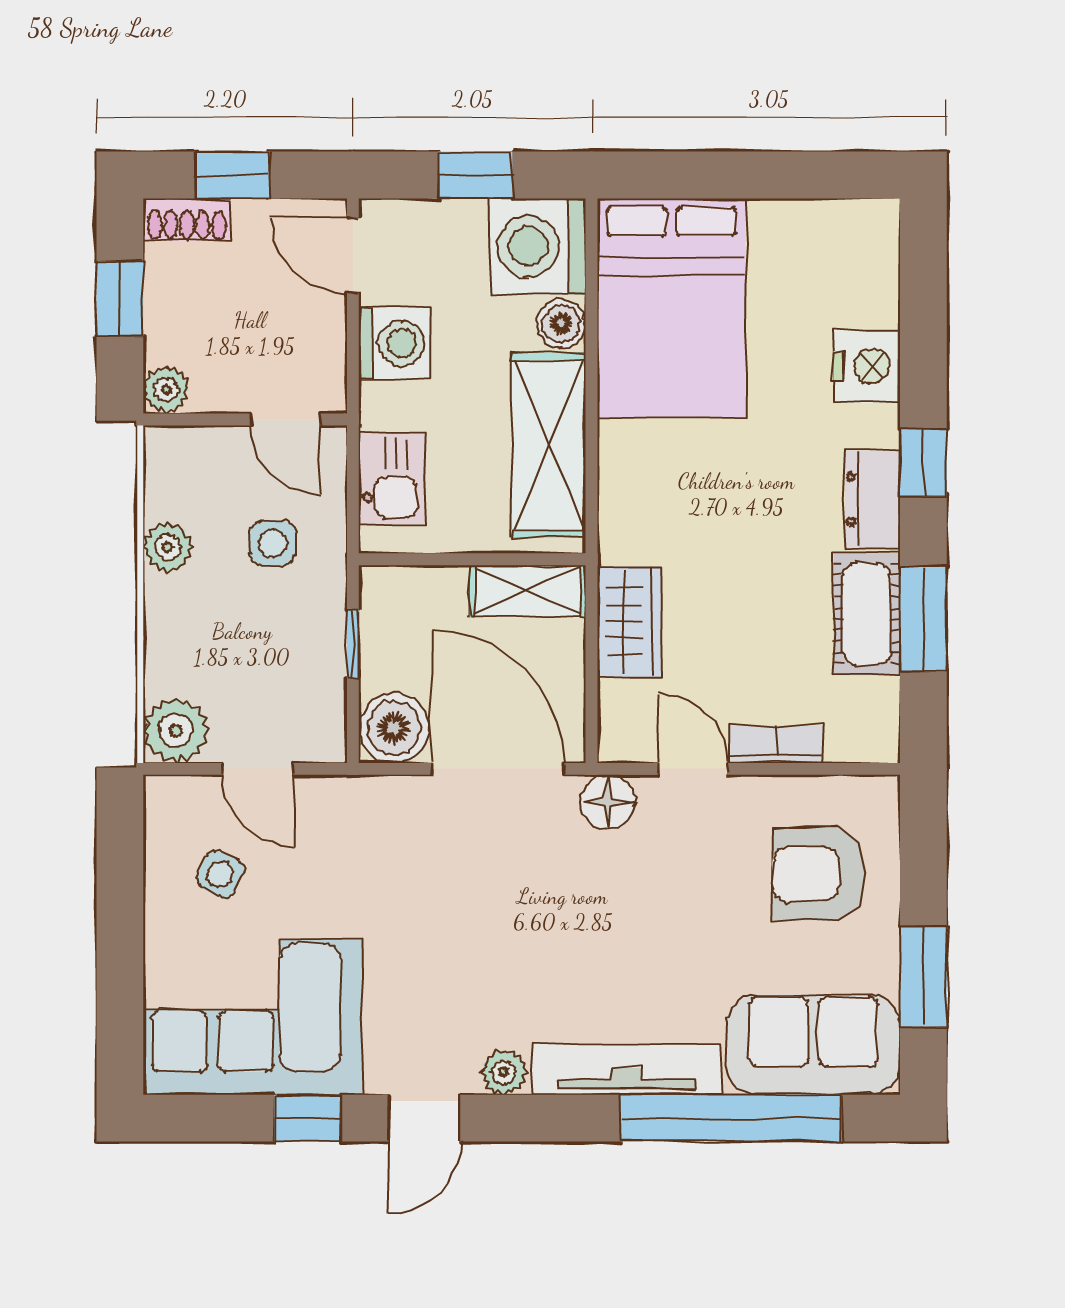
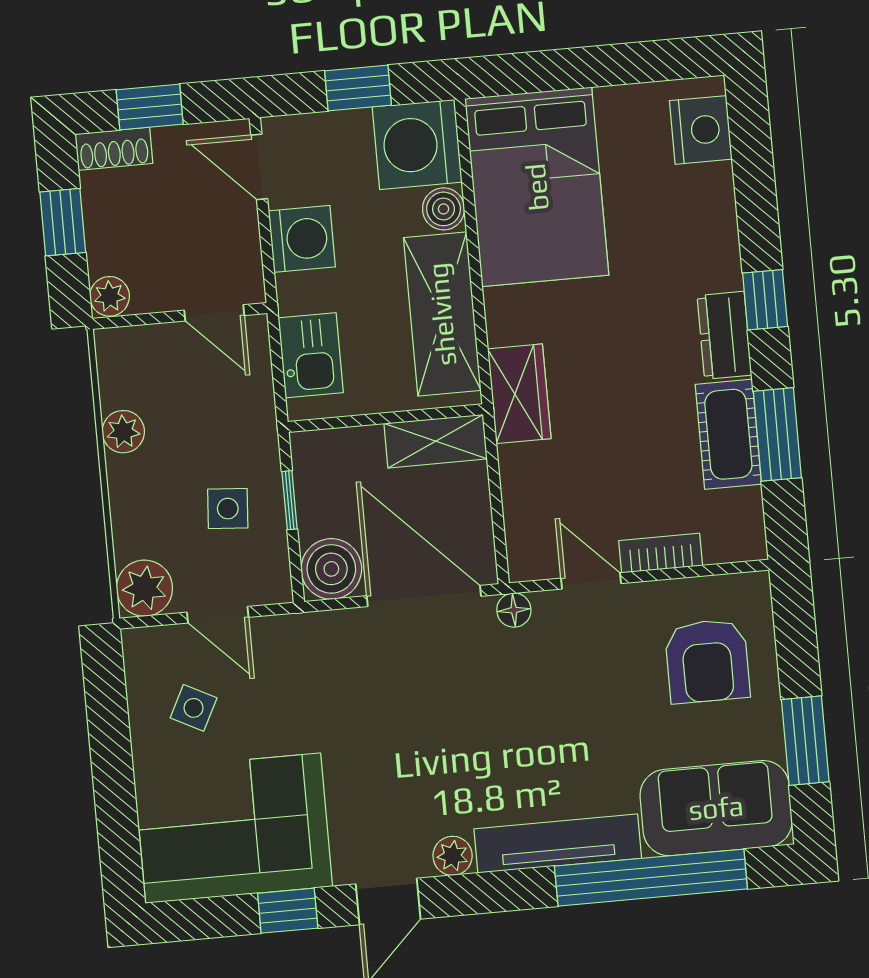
nightstand: (867, 366) -> (701, 130), moved
side table: (273, 543) -> (228, 509), moved
wardrobe: (629, 622) -> (519, 394), moved
floor lamp: (608, 802) -> (514, 610), width x0.73, depth x0.73
armchair: (819, 874) -> (707, 661), turned -90

